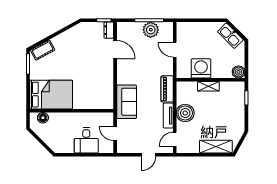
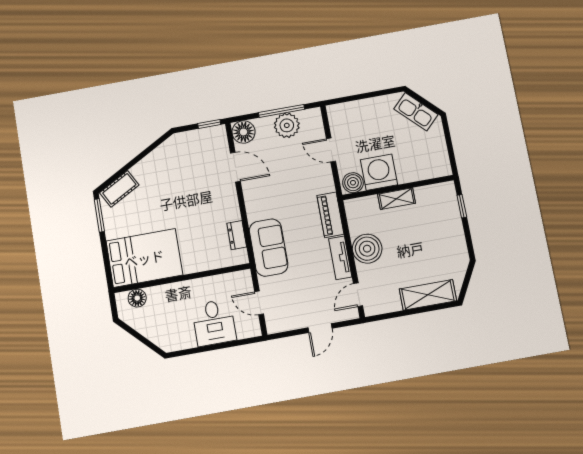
floor lamp: (124, 29) -> (244, 132), added
dresser: (109, 30) -> (237, 235), moved
boiler: (239, 72) -> (353, 183), moved

